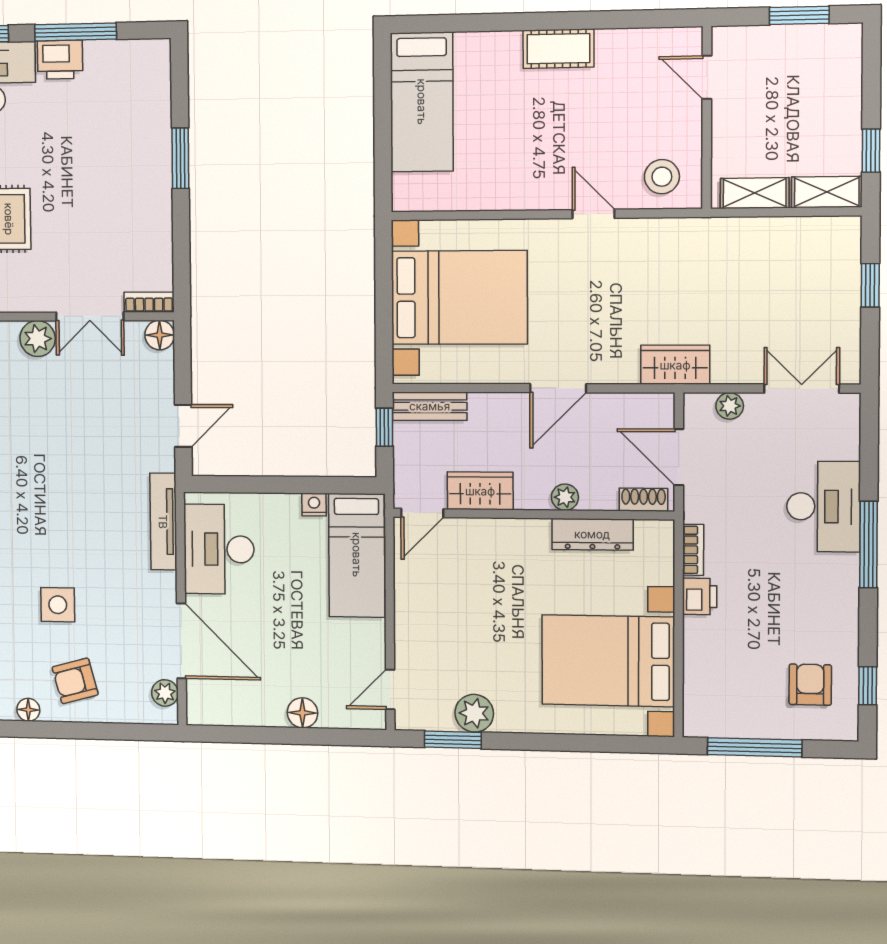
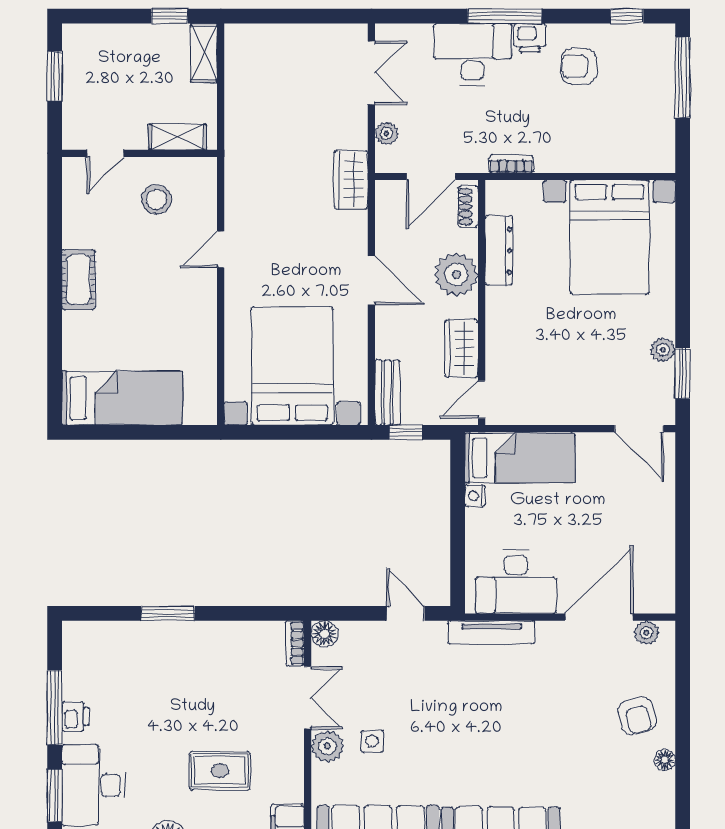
printer: (60, 60) -> (76, 716), width x0.73, depth x0.81
stool: (662, 177) -> (156, 200), moved
shelving: (755, 193) -> (178, 137), moved, turned 90
window: (870, 285) -> (283, 16), removed
double door: (802, 389) -> (371, 73), swing flipped
plant: (565, 497) -> (456, 274), width x1.88, depth x1.88
door: (422, 513) -> (482, 399), swing flipped
printer: (700, 596) -> (530, 38), moved, turned 180
side table: (58, 605) -> (372, 741), moved, width x0.73, depth x0.73
armchair: (810, 685) -> (579, 66), moved
door: (390, 690) -> (639, 429), width x1.38
floor lamp: (302, 713) -> (662, 508), removed
plant: (474, 713) -> (663, 350), width x0.73, depth x0.73
window: (755, 747) -> (683, 77), moved

